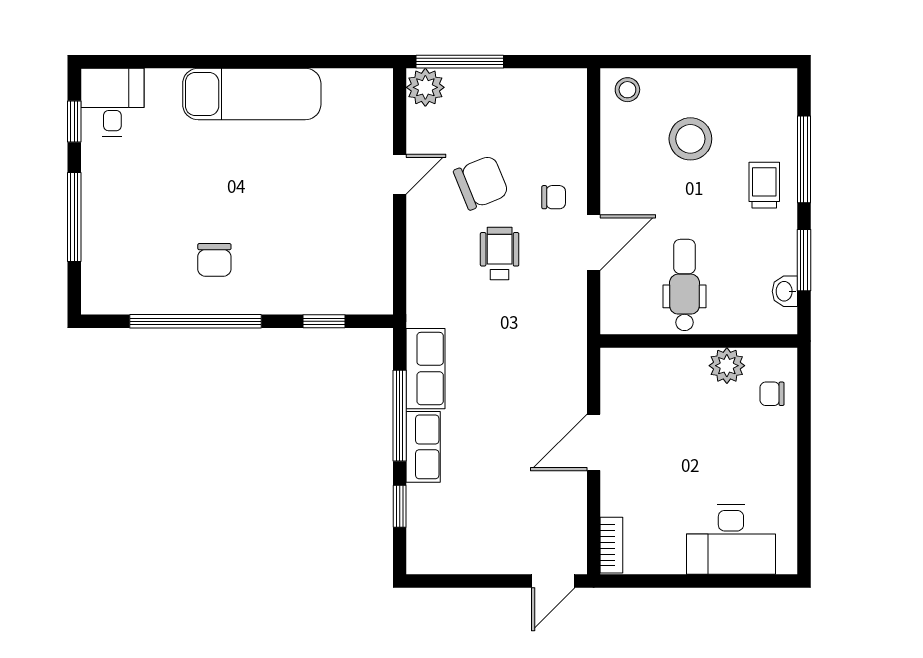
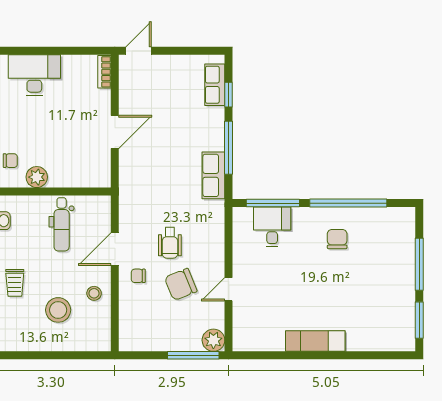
stool: (627, 90) -> (94, 293), moved
exam couch: (252, 94) -> (315, 341), width x0.73, depth x0.69
desk: (112, 102) -> (272, 227), moved, turned 180
window: (74, 122) -> (419, 320), width x1.50
window: (324, 321) -> (273, 203), width x2.17
row of seats: (423, 447) -> (215, 85), moved

